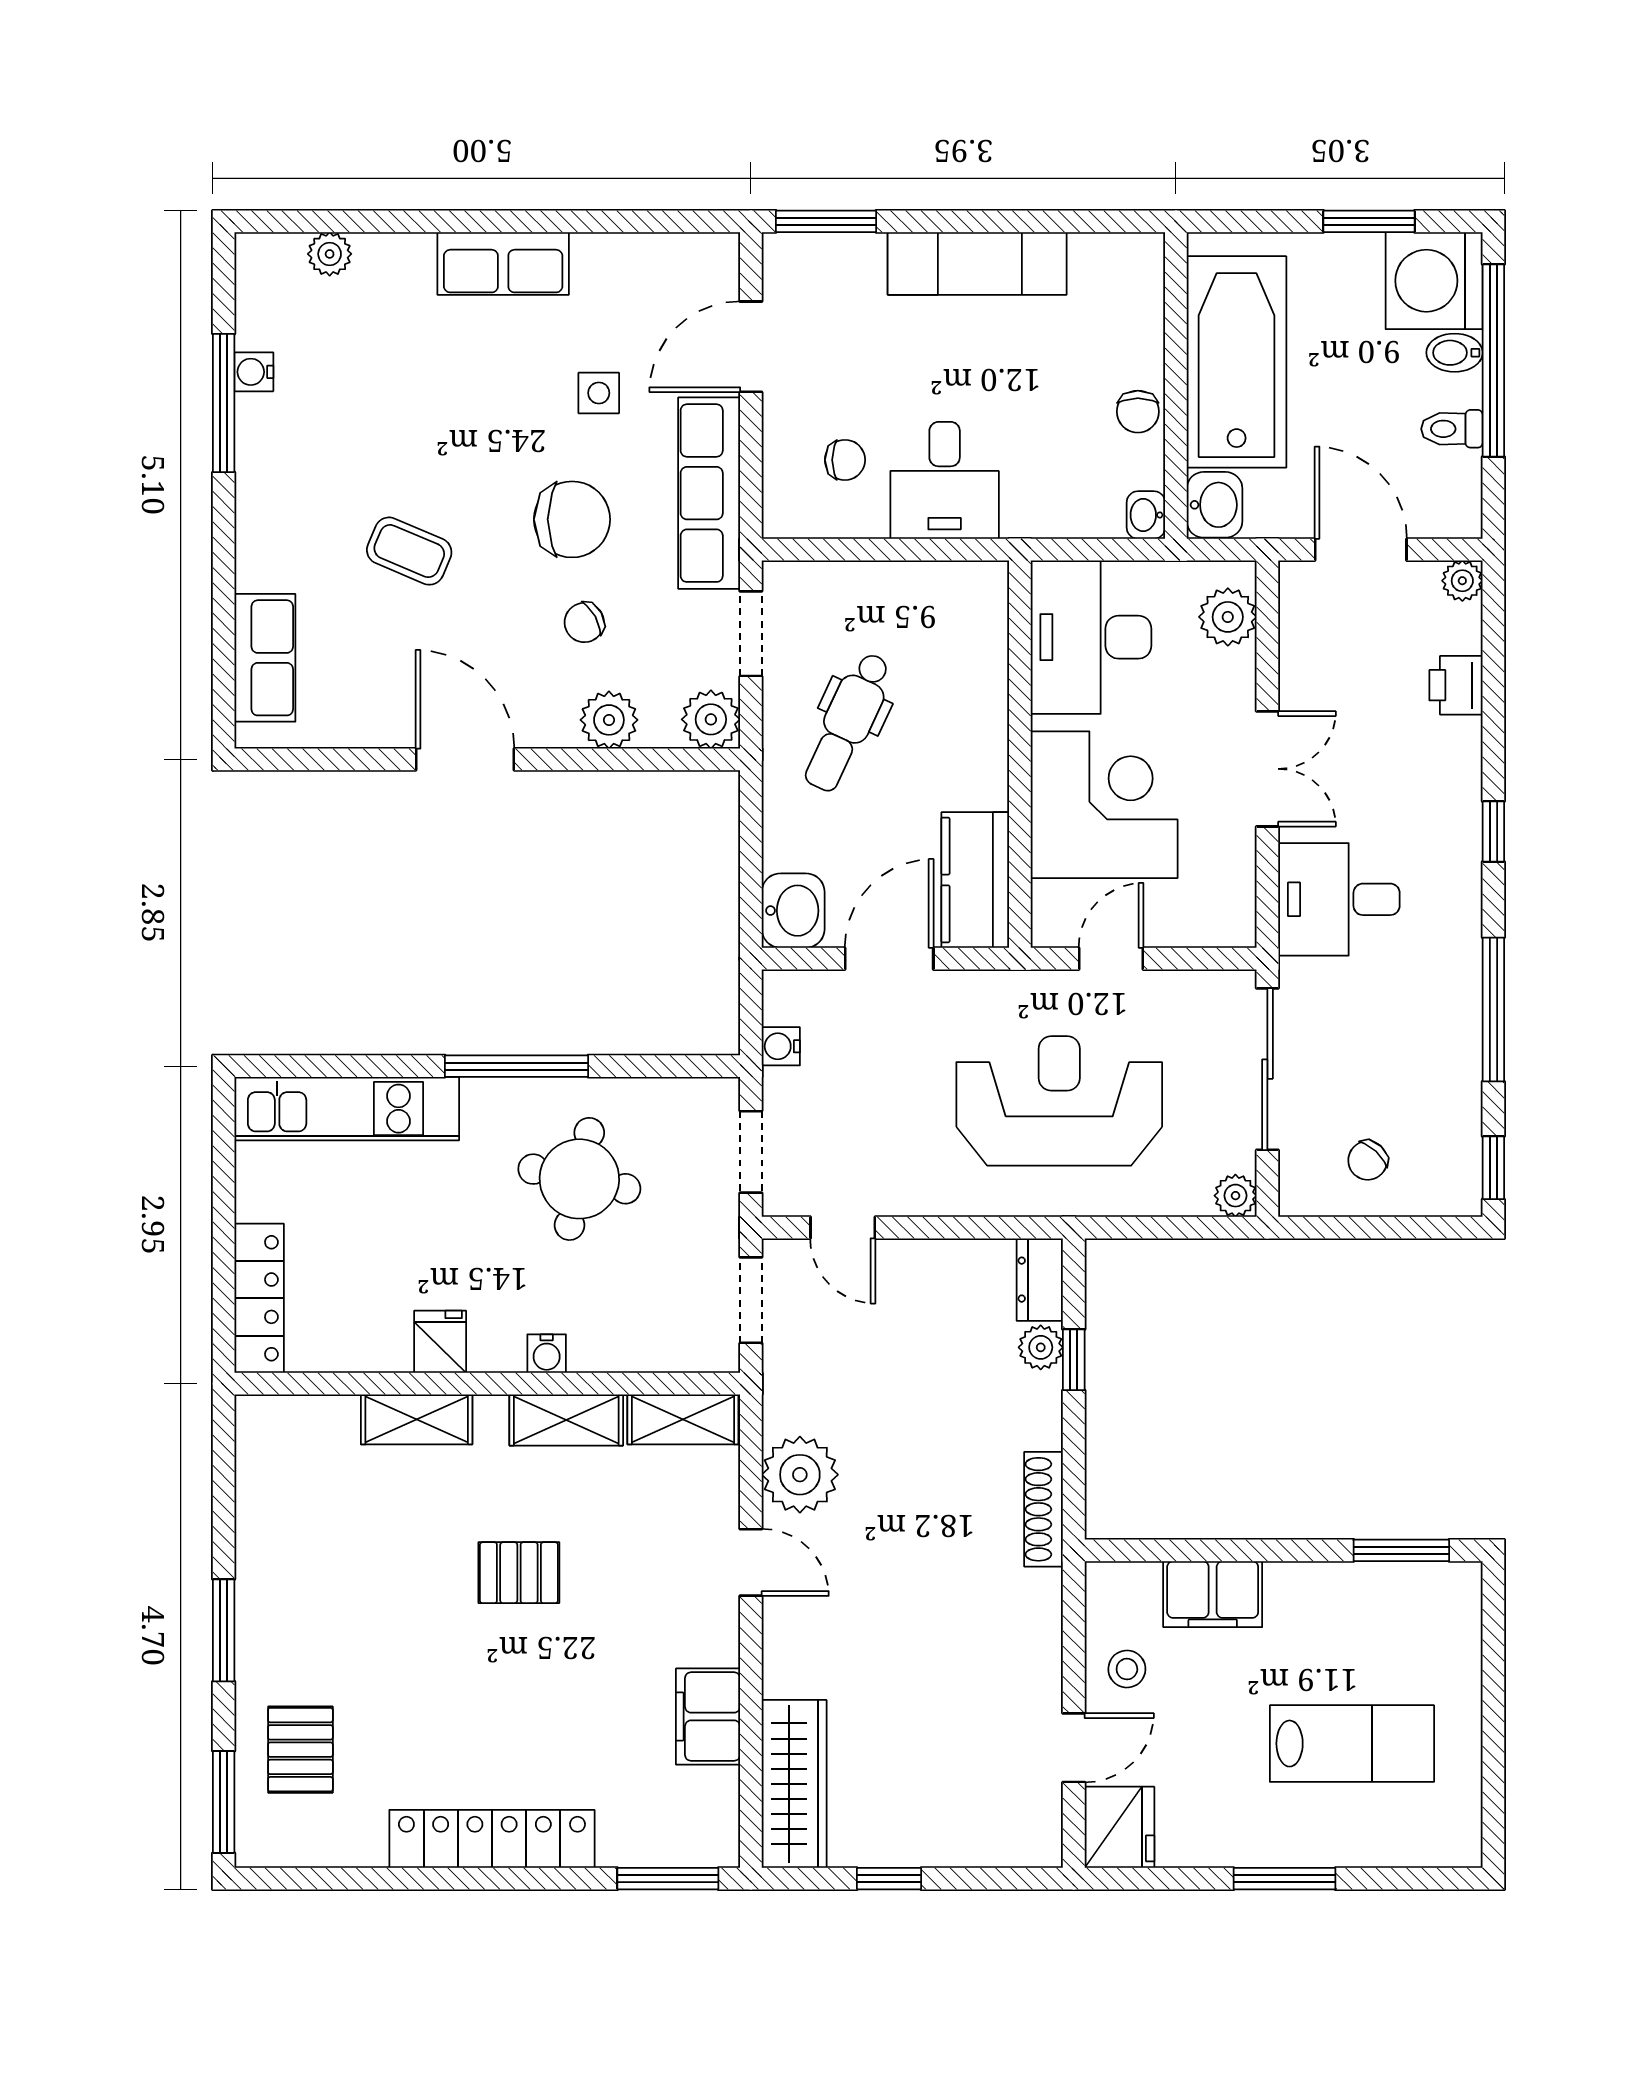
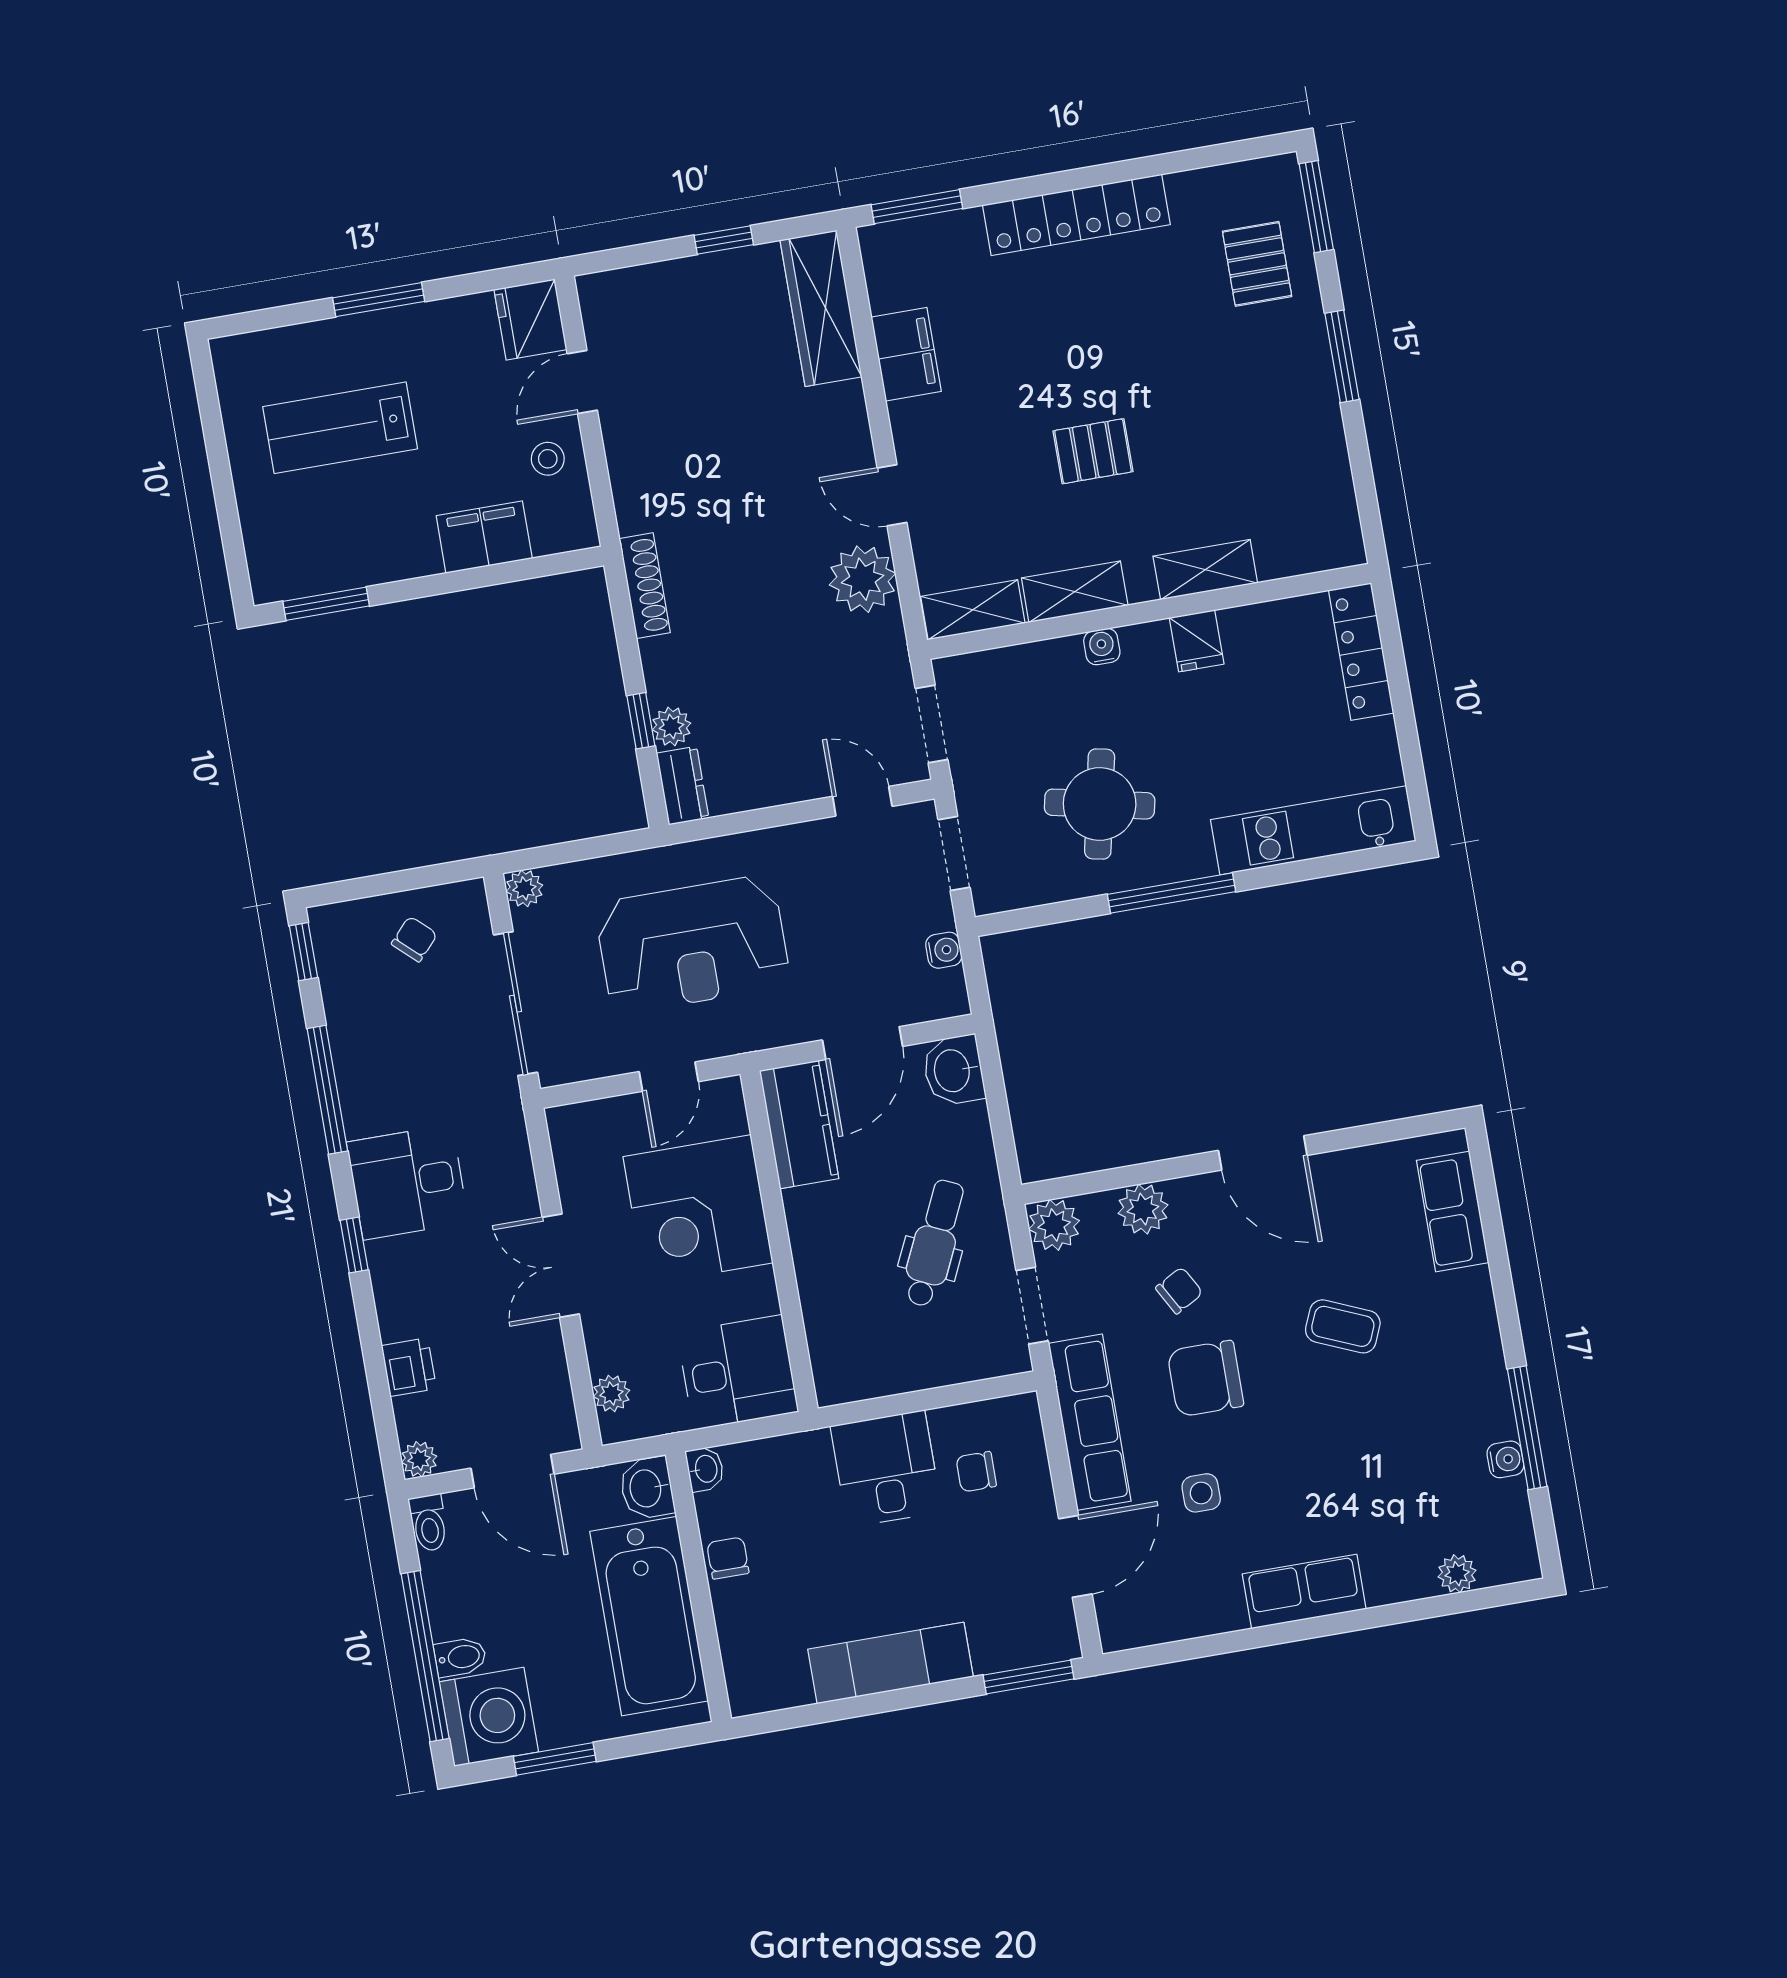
toilet: (1452, 429) -> (429, 1523), moved, turned 90
plant: (1228, 617) -> (611, 1393), width x0.73, depth x0.73
desk: (1091, 637) -> (738, 1372), width x0.73
desk: (1339, 899) -> (408, 1182), moved, turned 180

